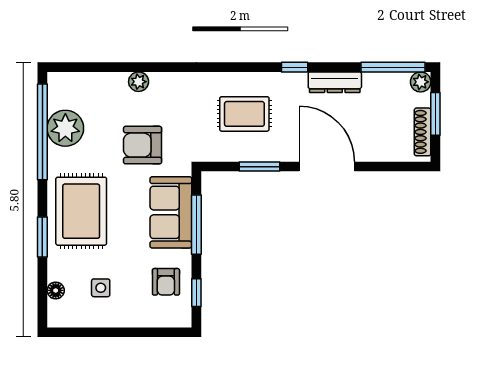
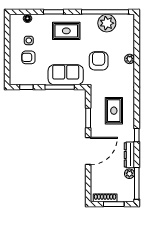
plant: (421, 82) -> (129, 174), moved
rug: (81, 211) -> (66, 31), width x0.73, depth x0.70
armchair: (166, 282) -> (28, 57), moved

